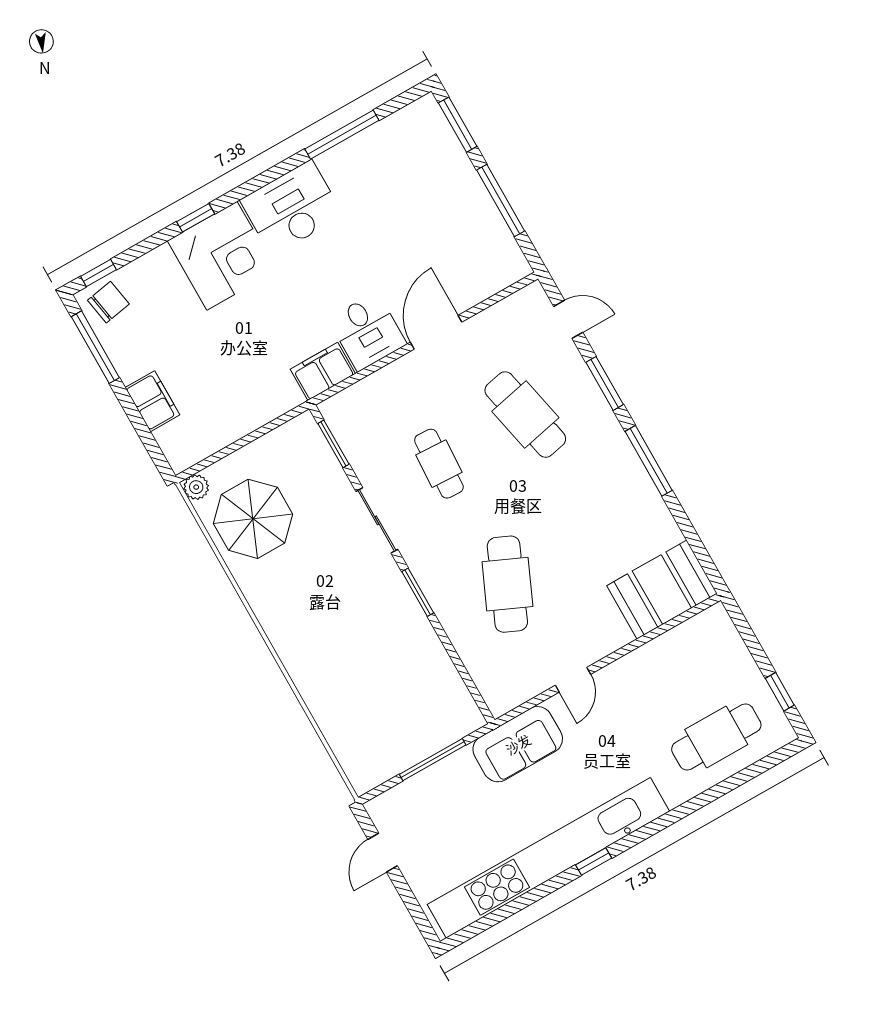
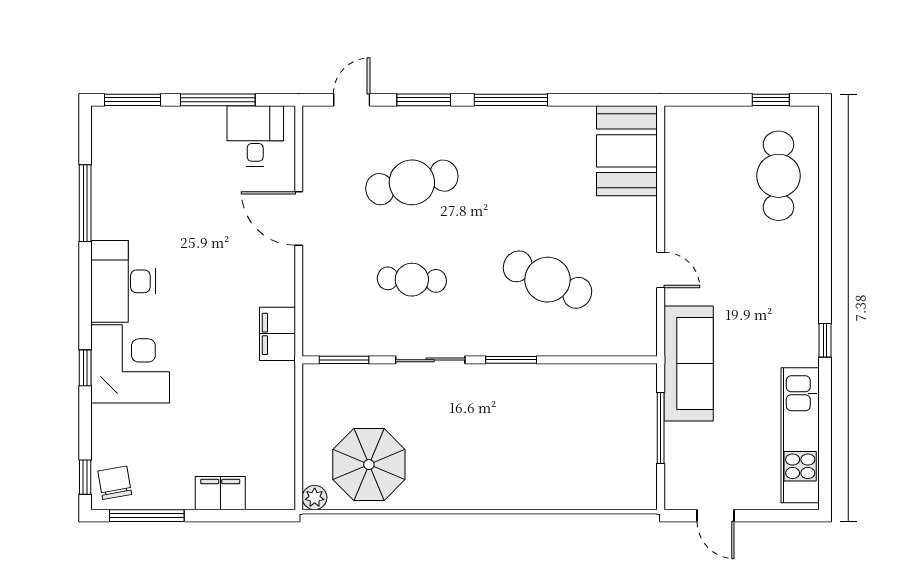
desk: (367, 332) -> (255, 136), moved, turned -90
sofa: (518, 744) -> (689, 363), width x1.36
kitchen unit: (548, 858) -> (800, 435), width x0.54

